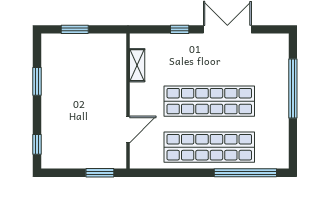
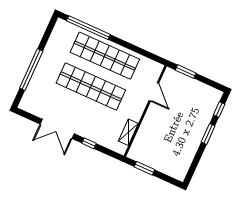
window: (75, 29) -> (144, 168), moved
window: (37, 81) -> (208, 134), moved
door: (128, 130) -> (154, 92), swing flipped

